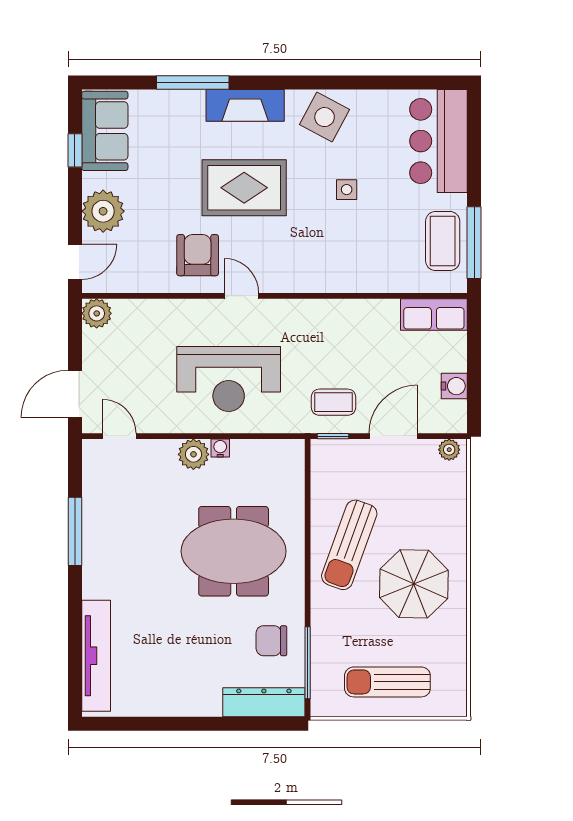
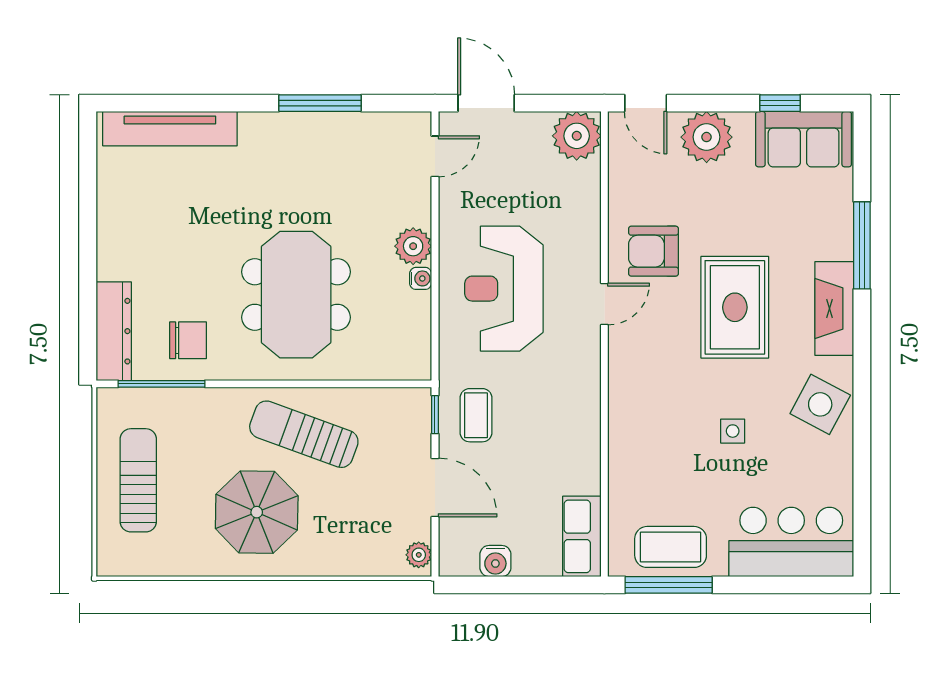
armchair: (198, 255) -> (653, 251), turned 180
plant: (97, 313) -> (577, 136), width x1.36, depth x1.36
chair: (271, 641) -> (188, 340), turned 90

